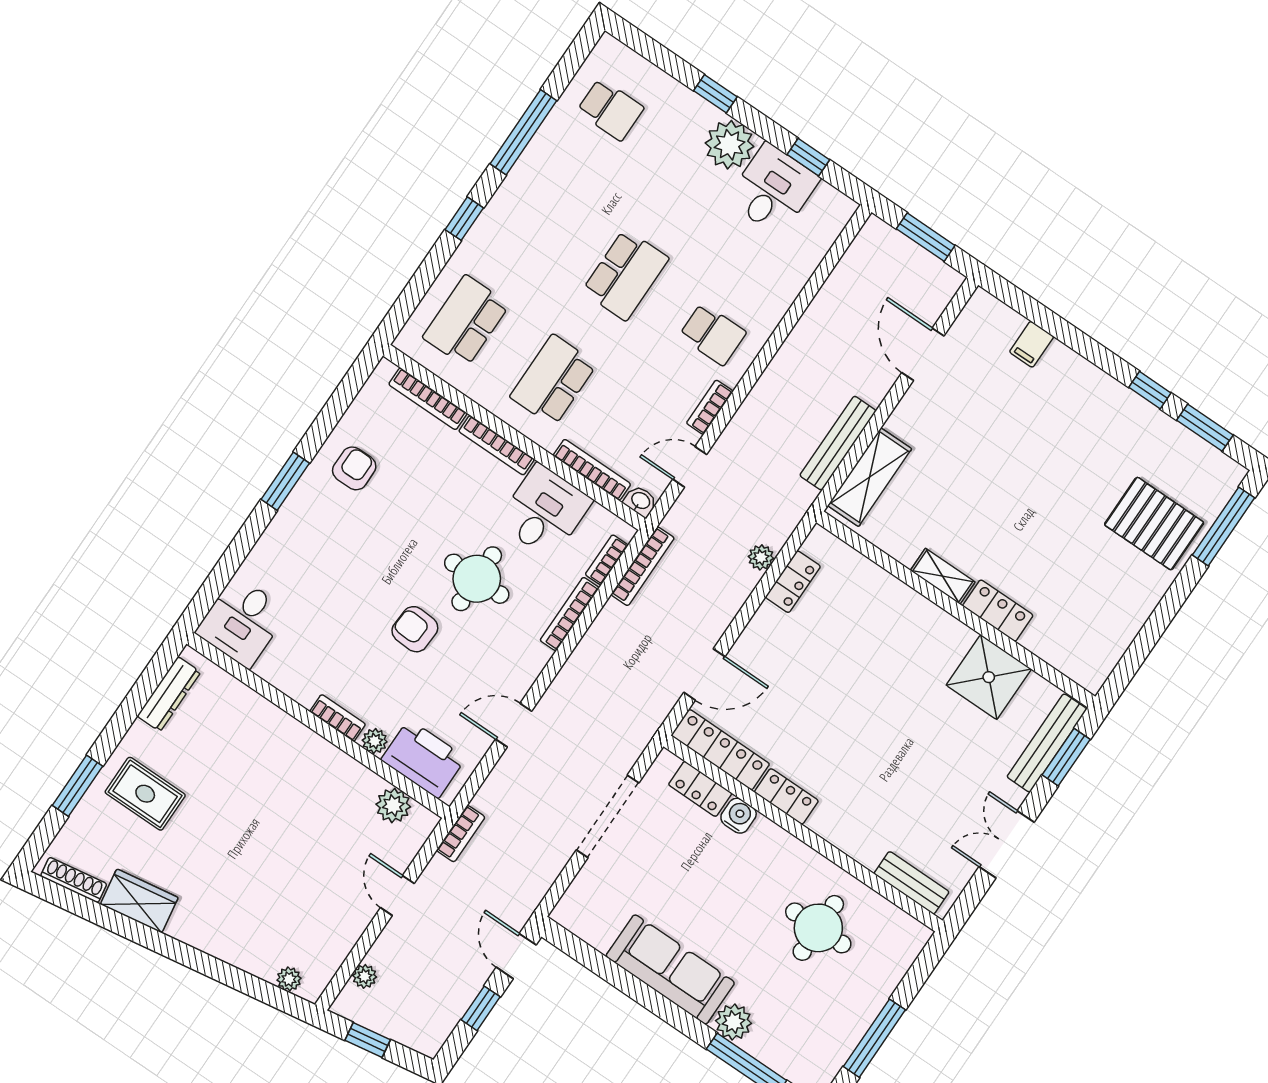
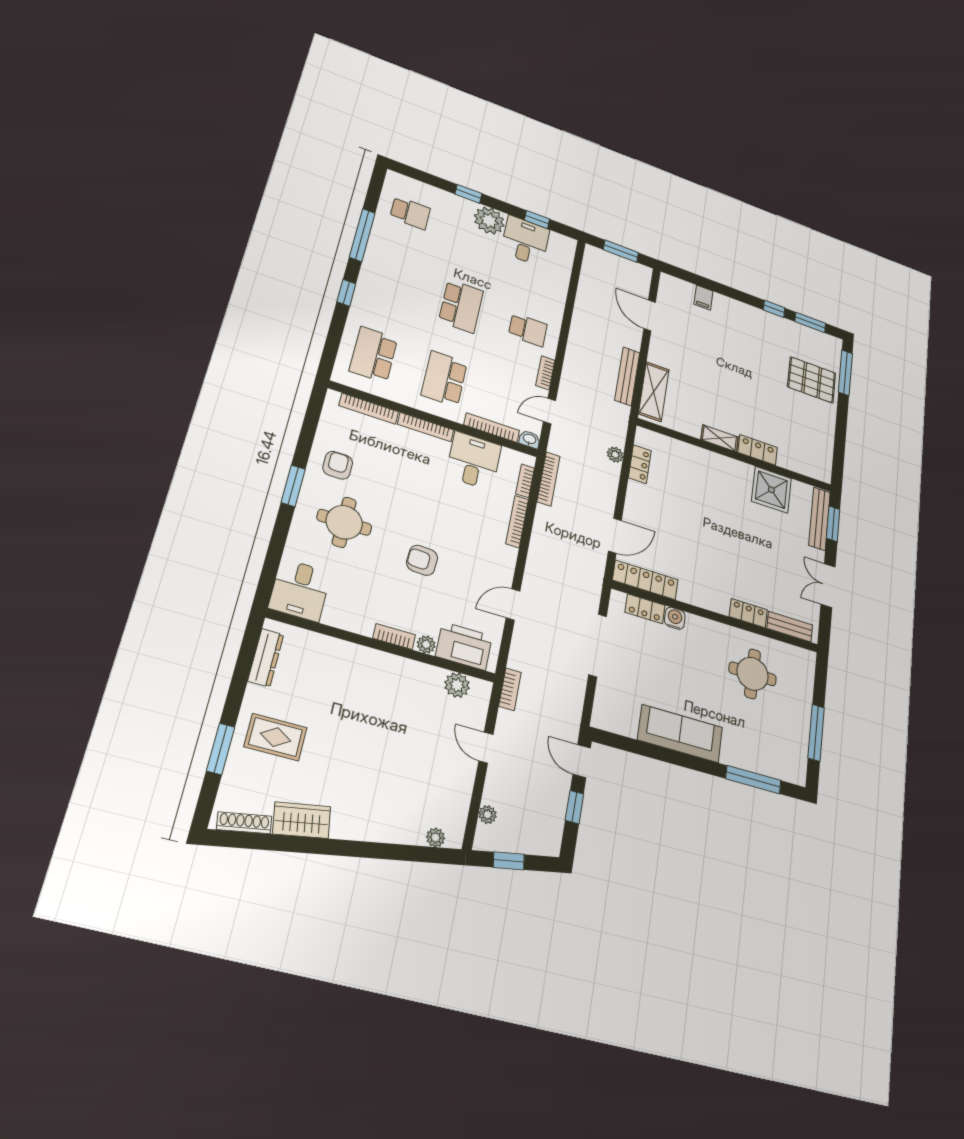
round table: (477, 579) -> (344, 522), moved
locker: (786, 796) -> (748, 613), moved
plant: (734, 1022) -> (733, 754), removed

